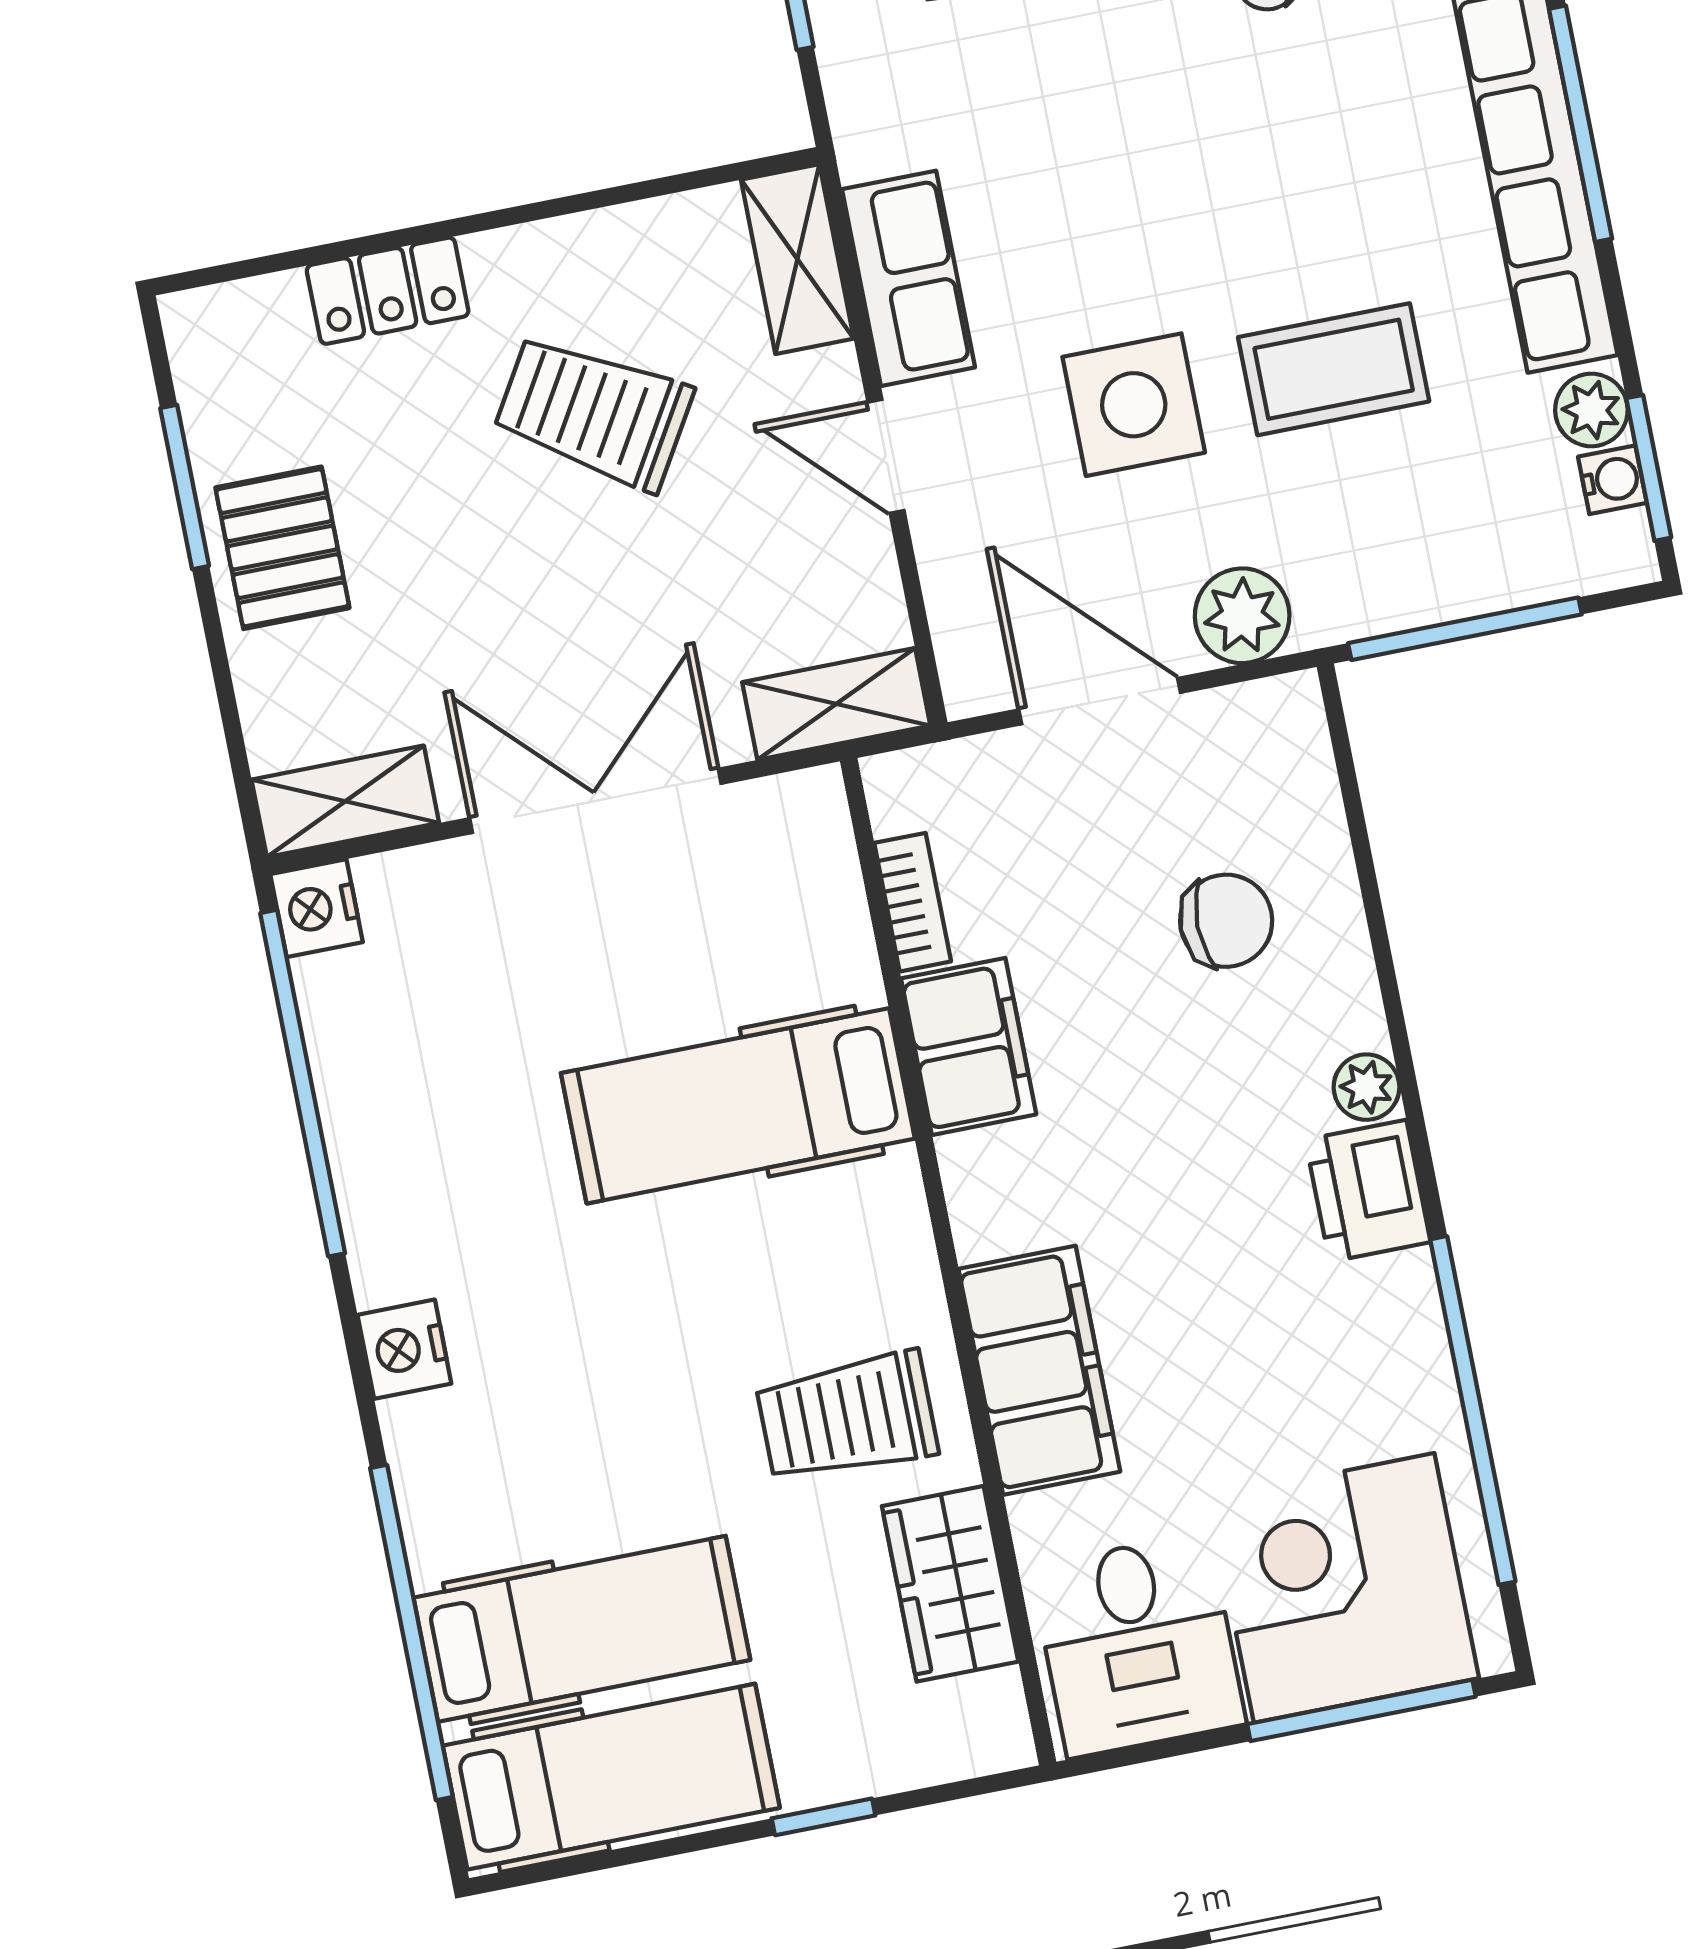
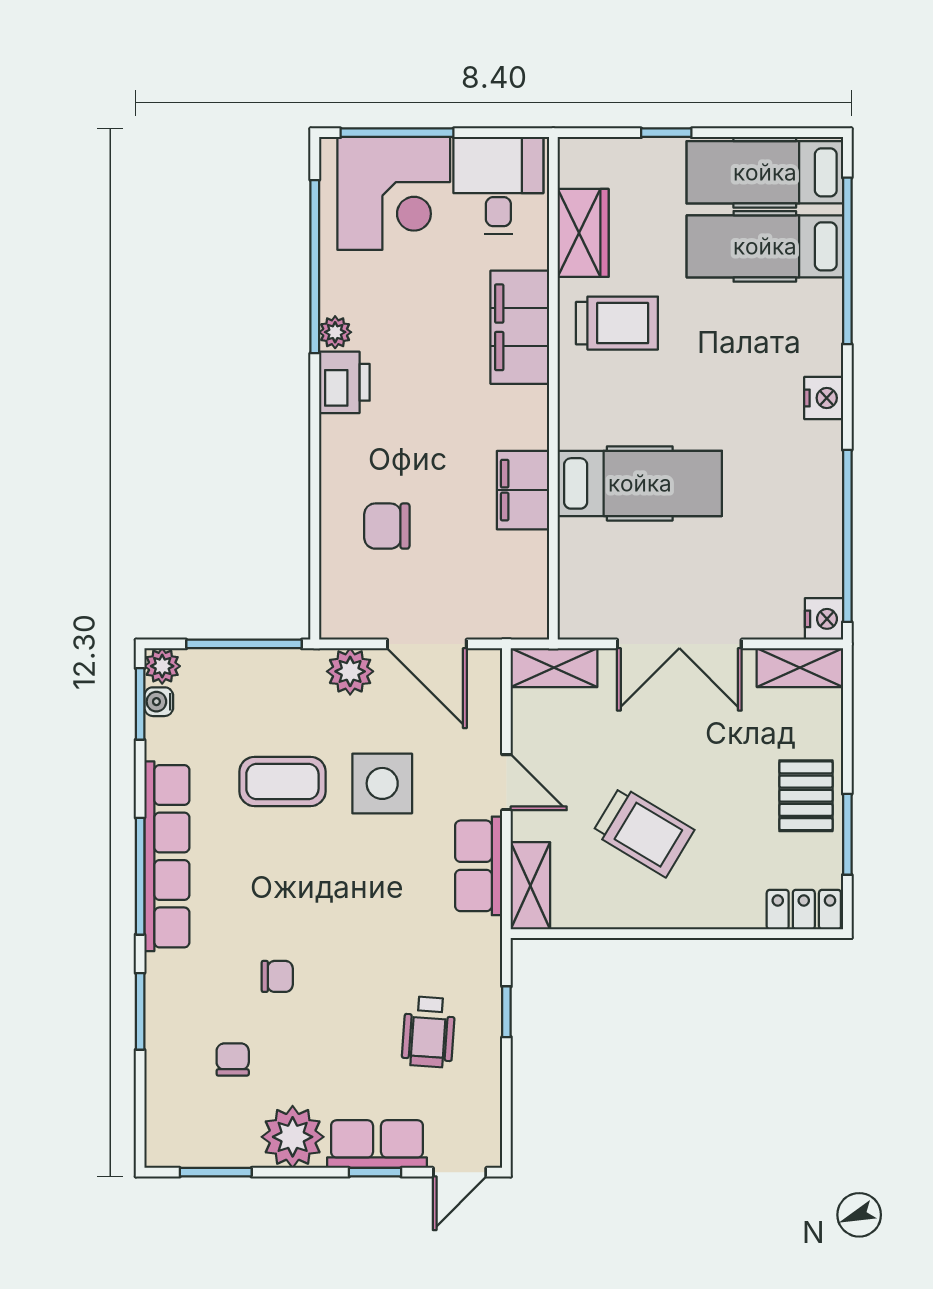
locker: (388, 291) -> (804, 910), moved
plant: (1591, 410) -> (162, 666), moved
bookcase: (913, 902) -> (536, 565), removed
plant: (1366, 1087) -> (335, 332), moved

